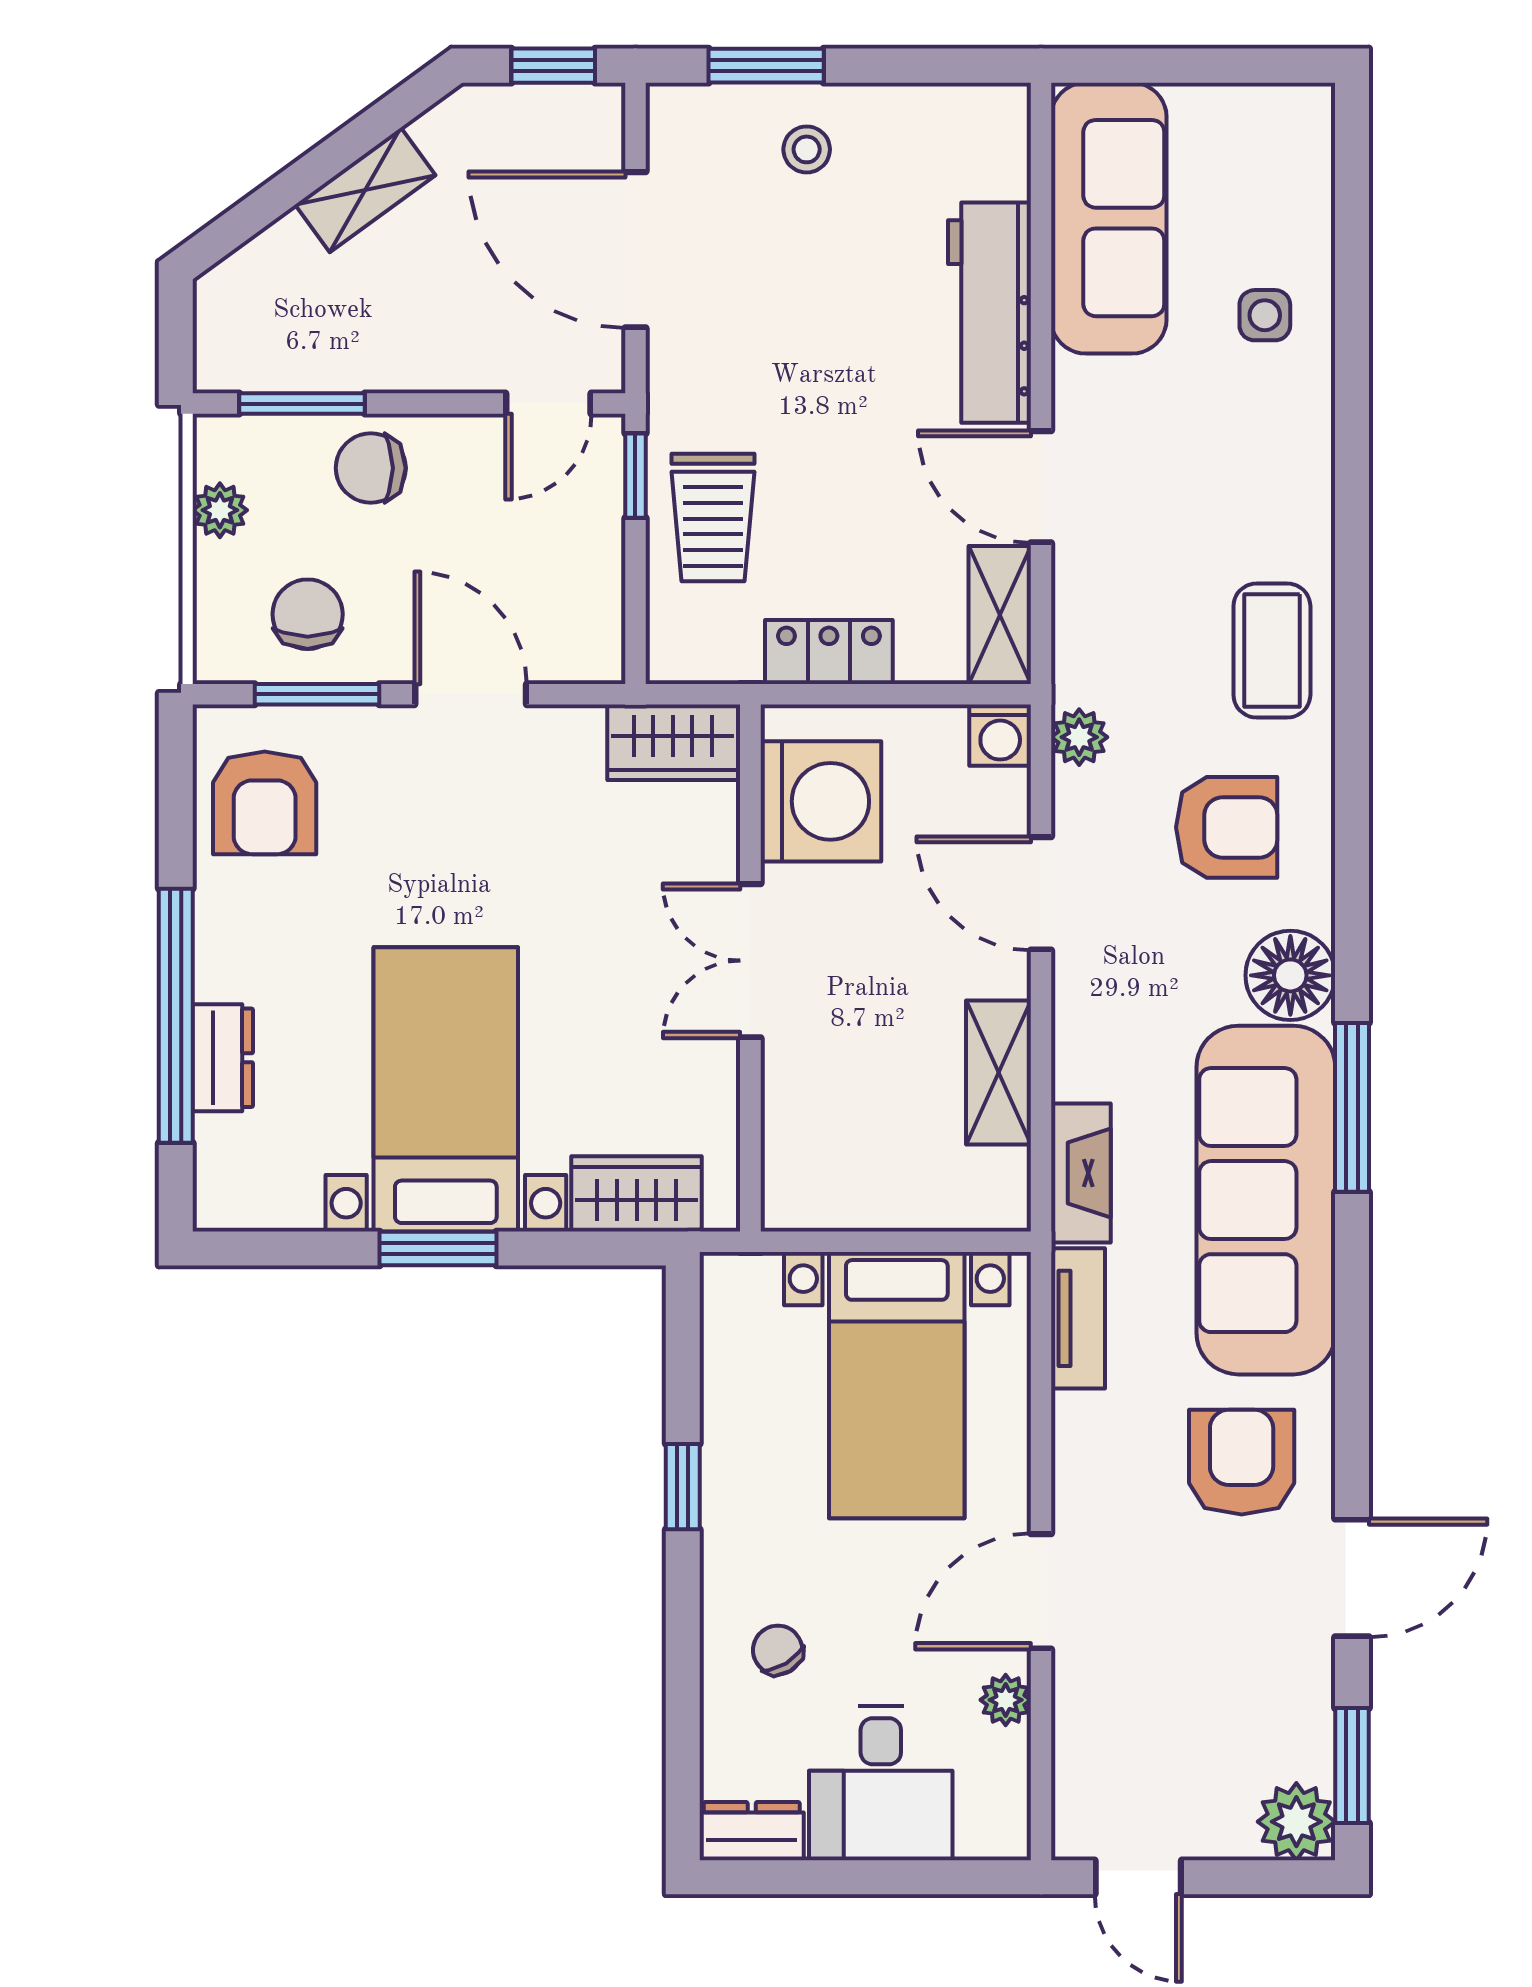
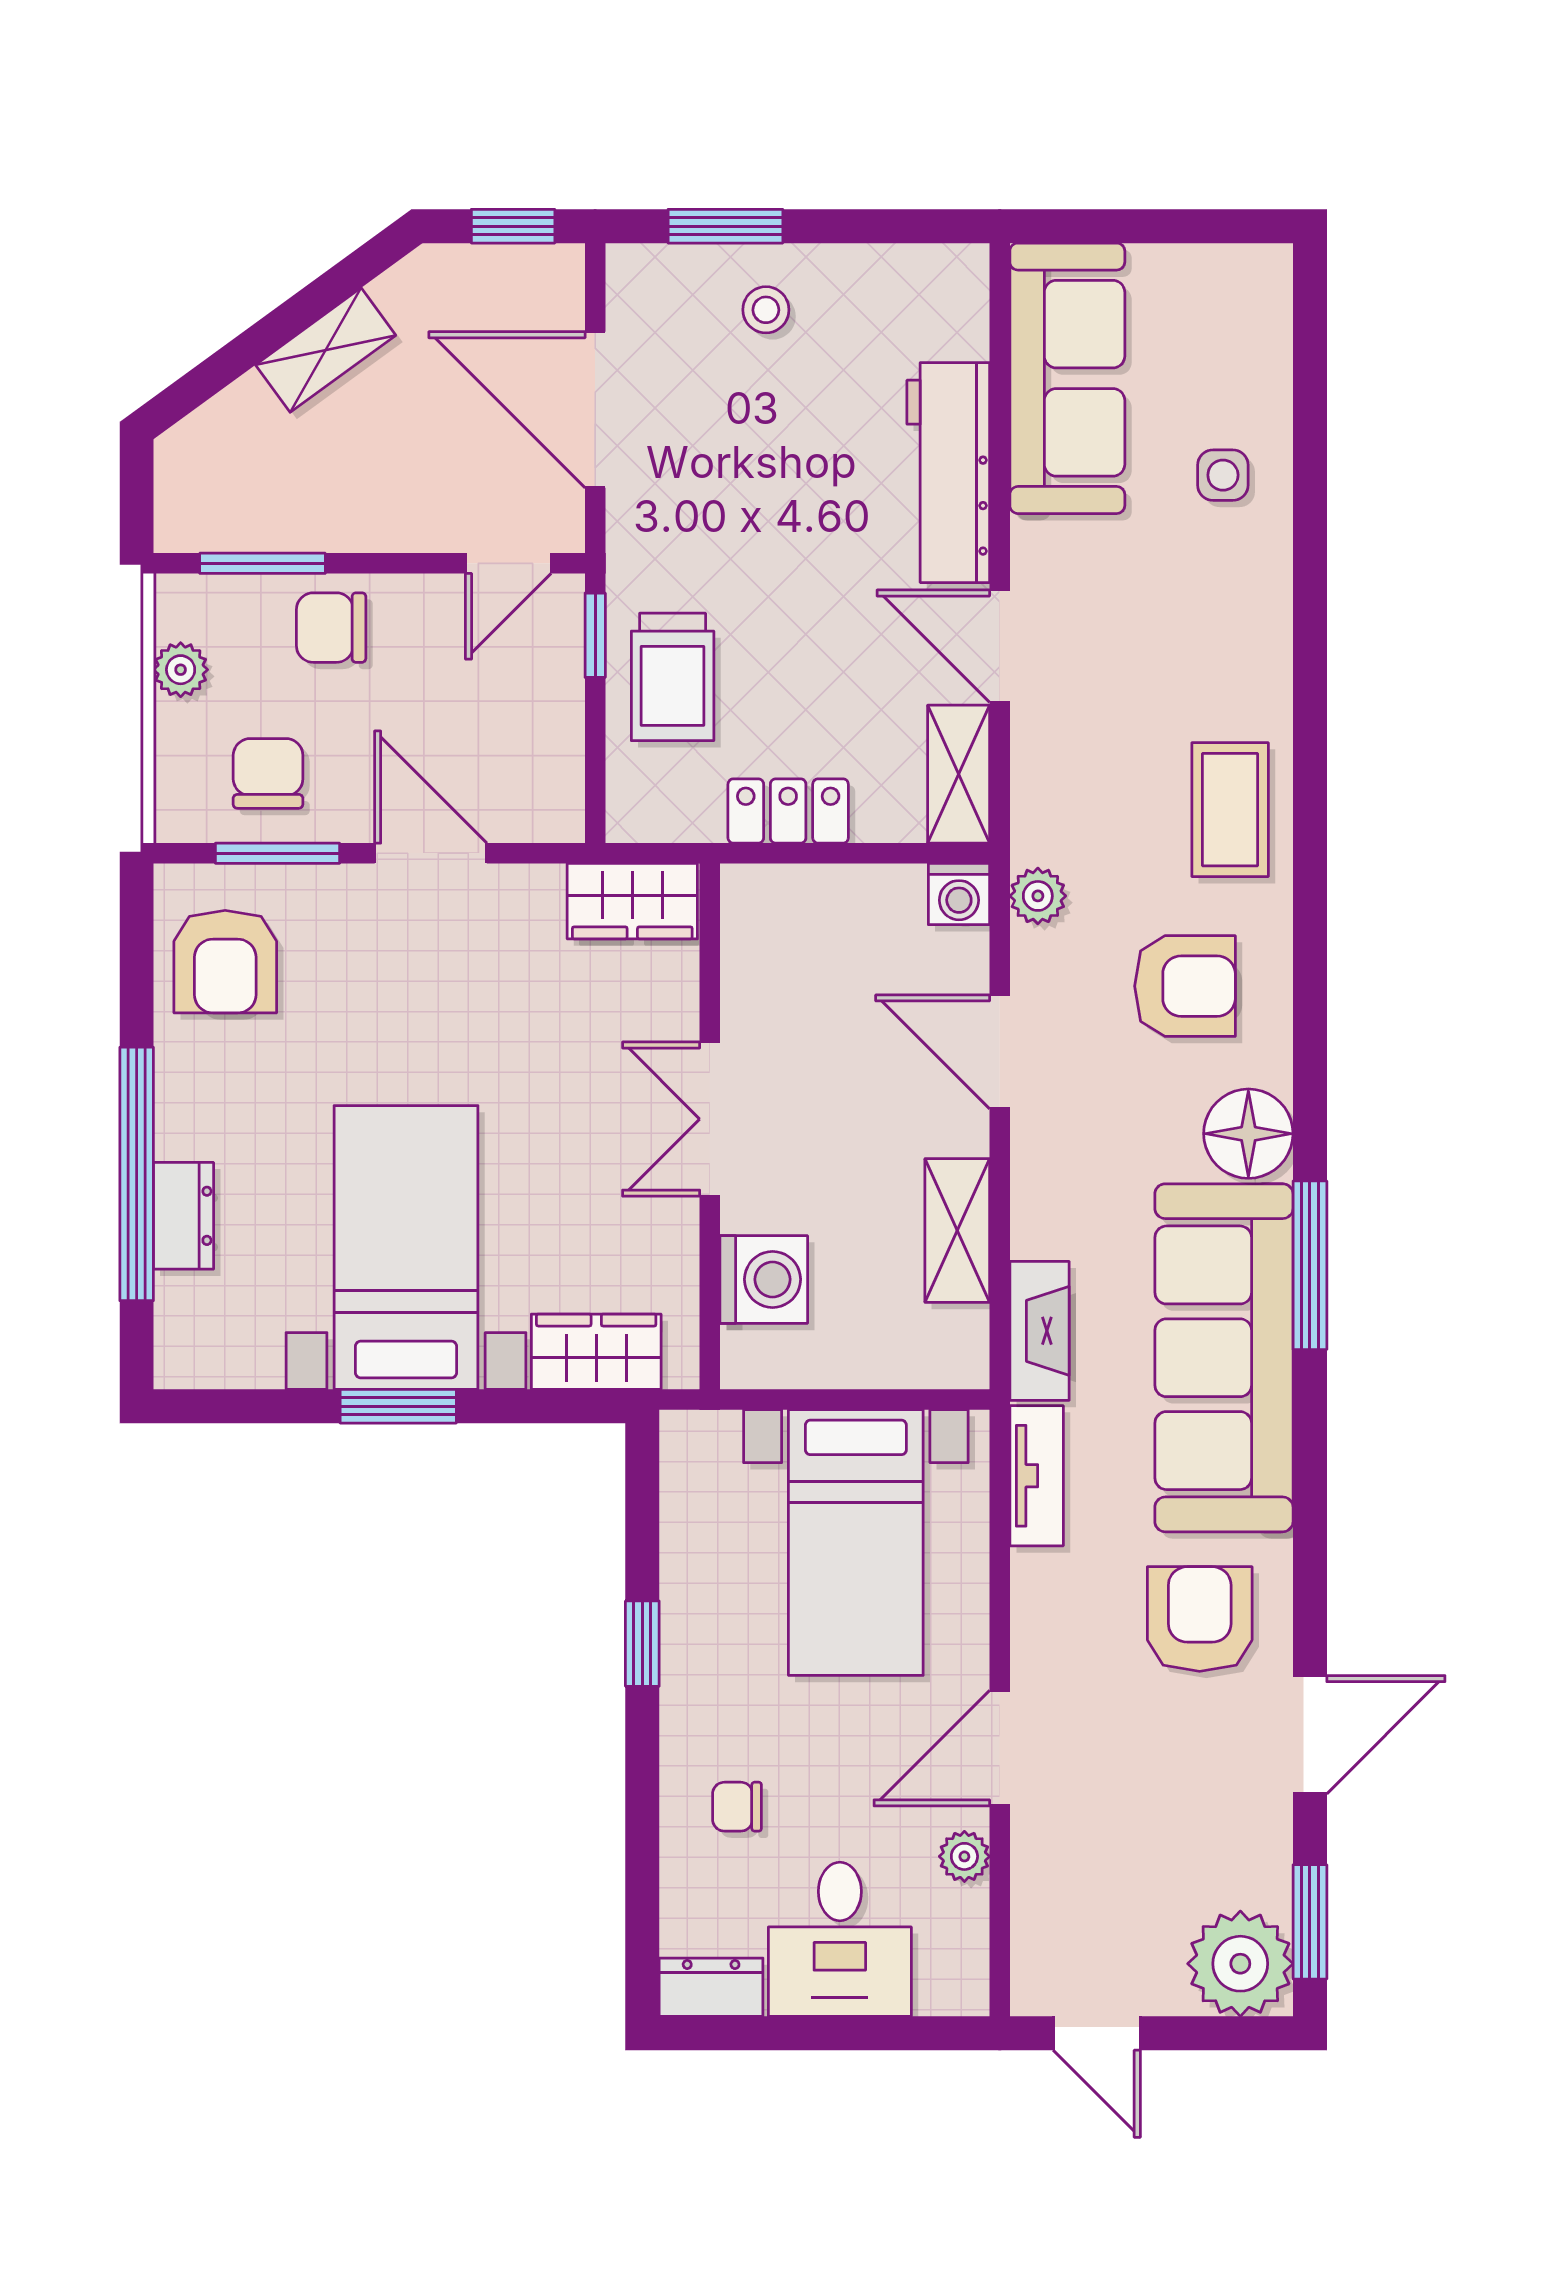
washing machine: (821, 801) -> (764, 1279), moved, width x0.73, depth x0.73
chair: (778, 1650) -> (737, 1807), turned -59
plant: (1296, 1822) -> (1240, 1964), width x1.36, depth x1.36

